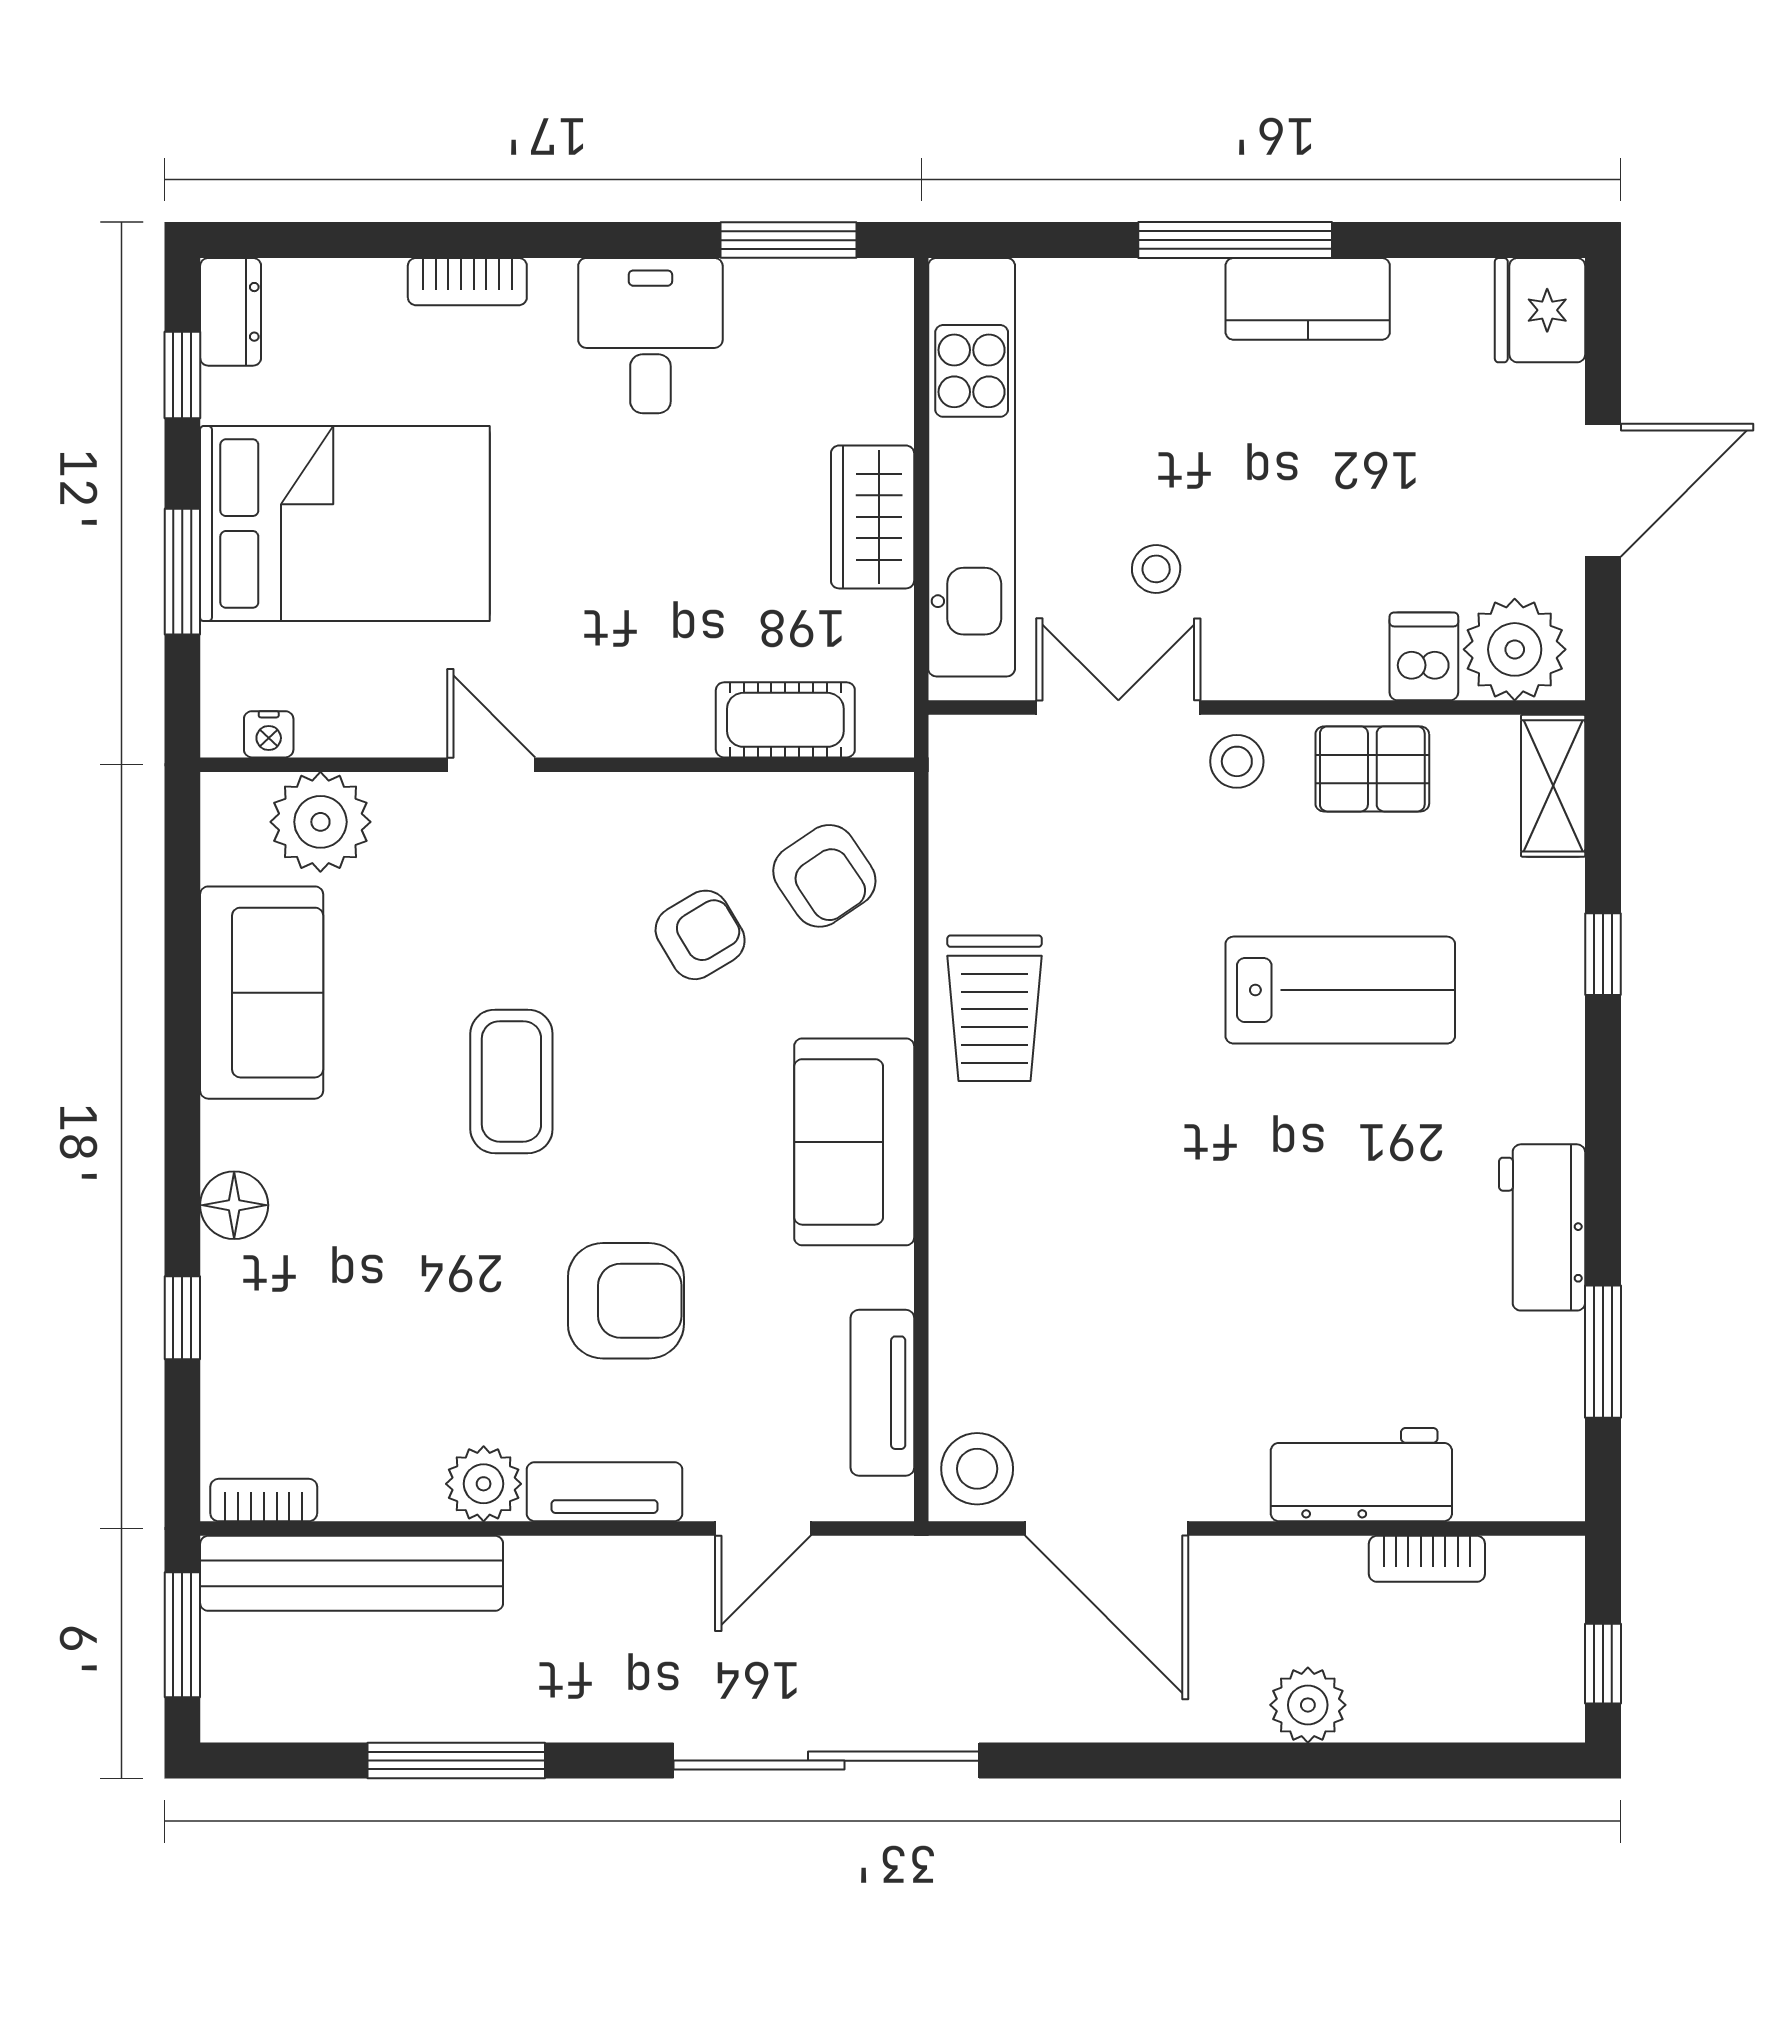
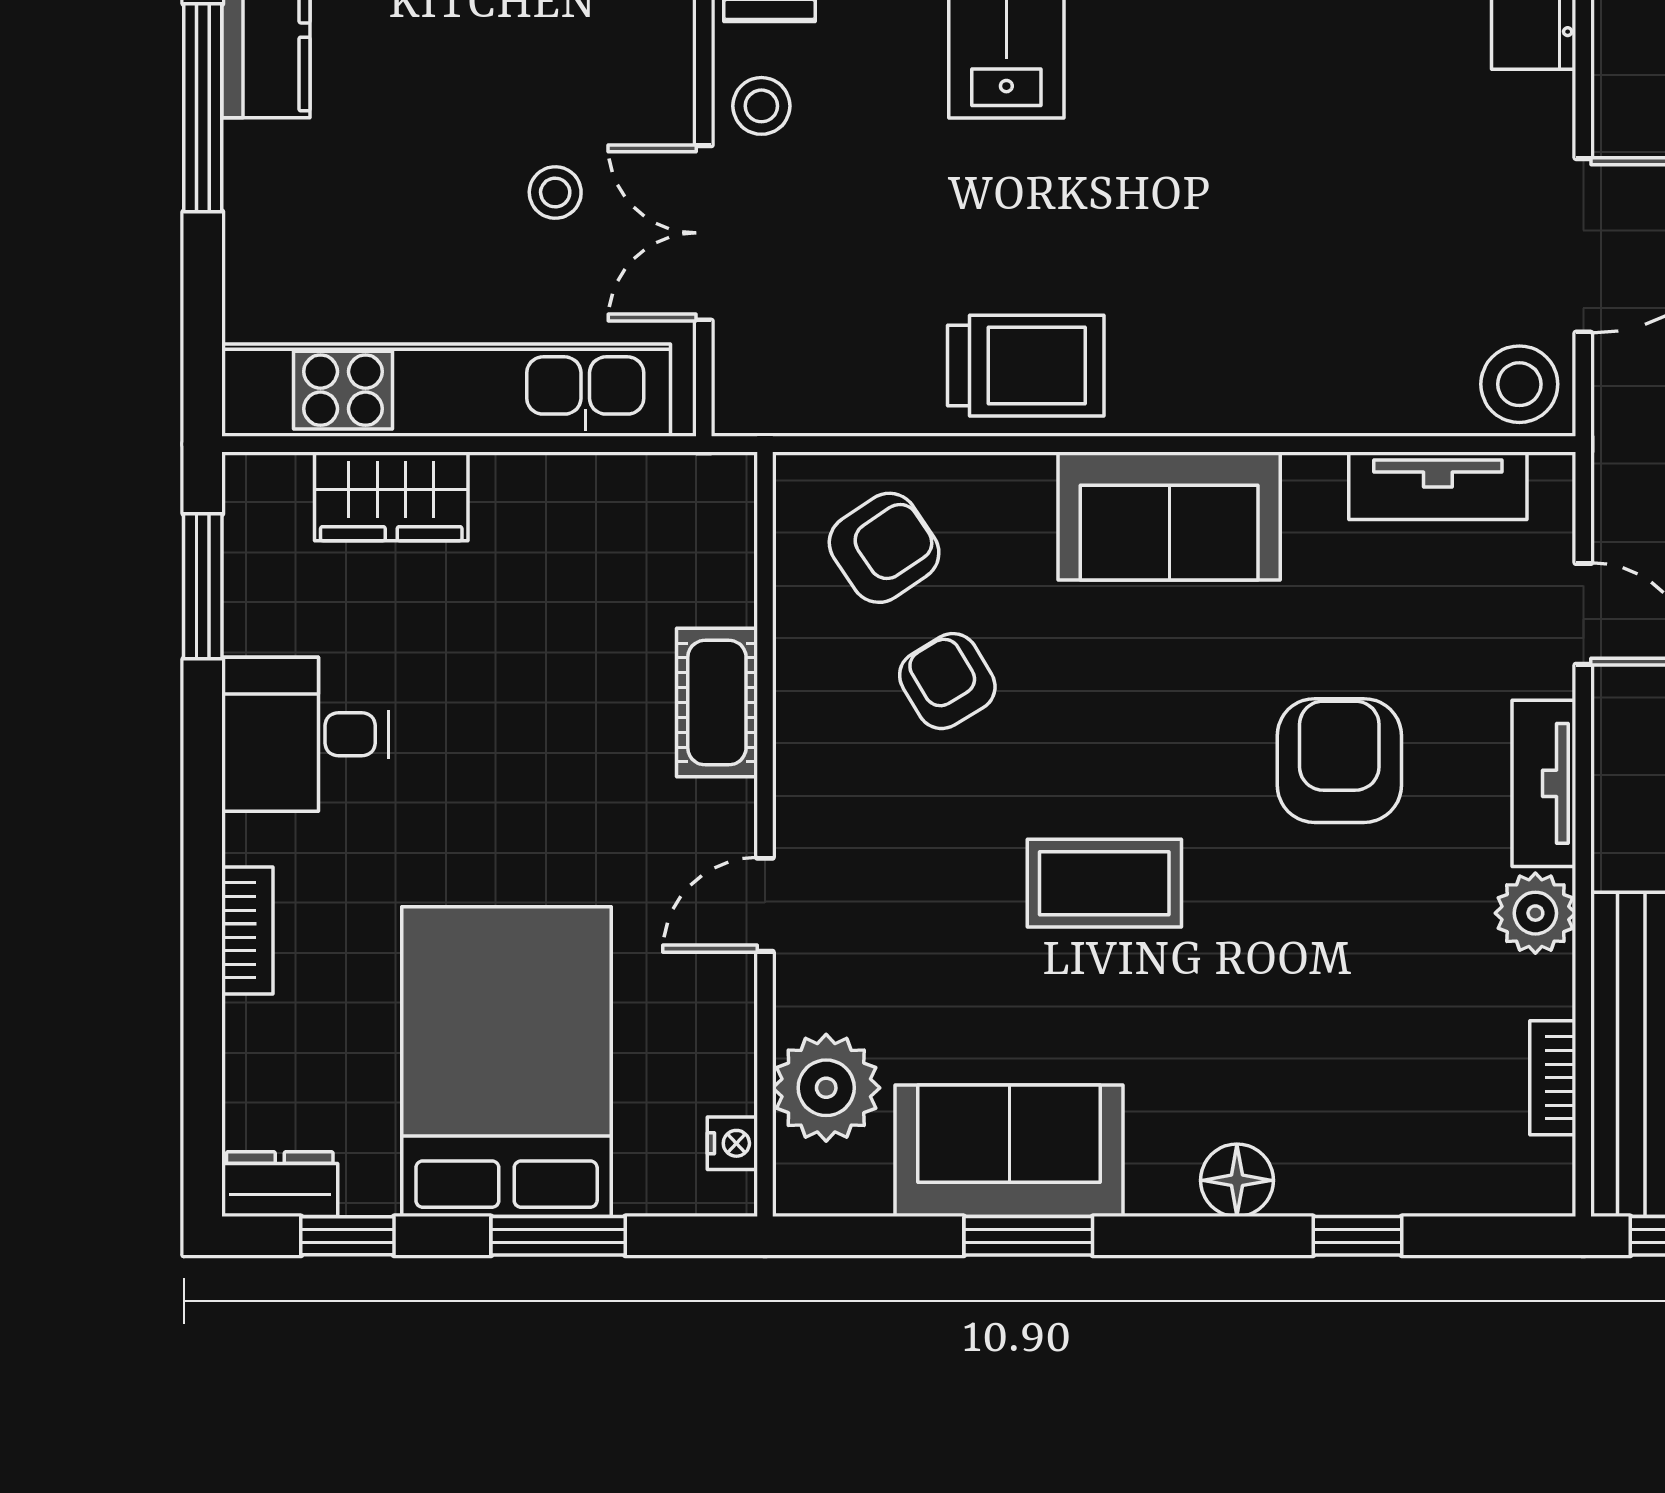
wardrobe: (873, 517) -> (391, 496), moved
cot: (785, 720) -> (717, 703), moved
window: (182, 1010) -> (1028, 1236), added
bookcase: (264, 1500) -> (1553, 1078), moved

